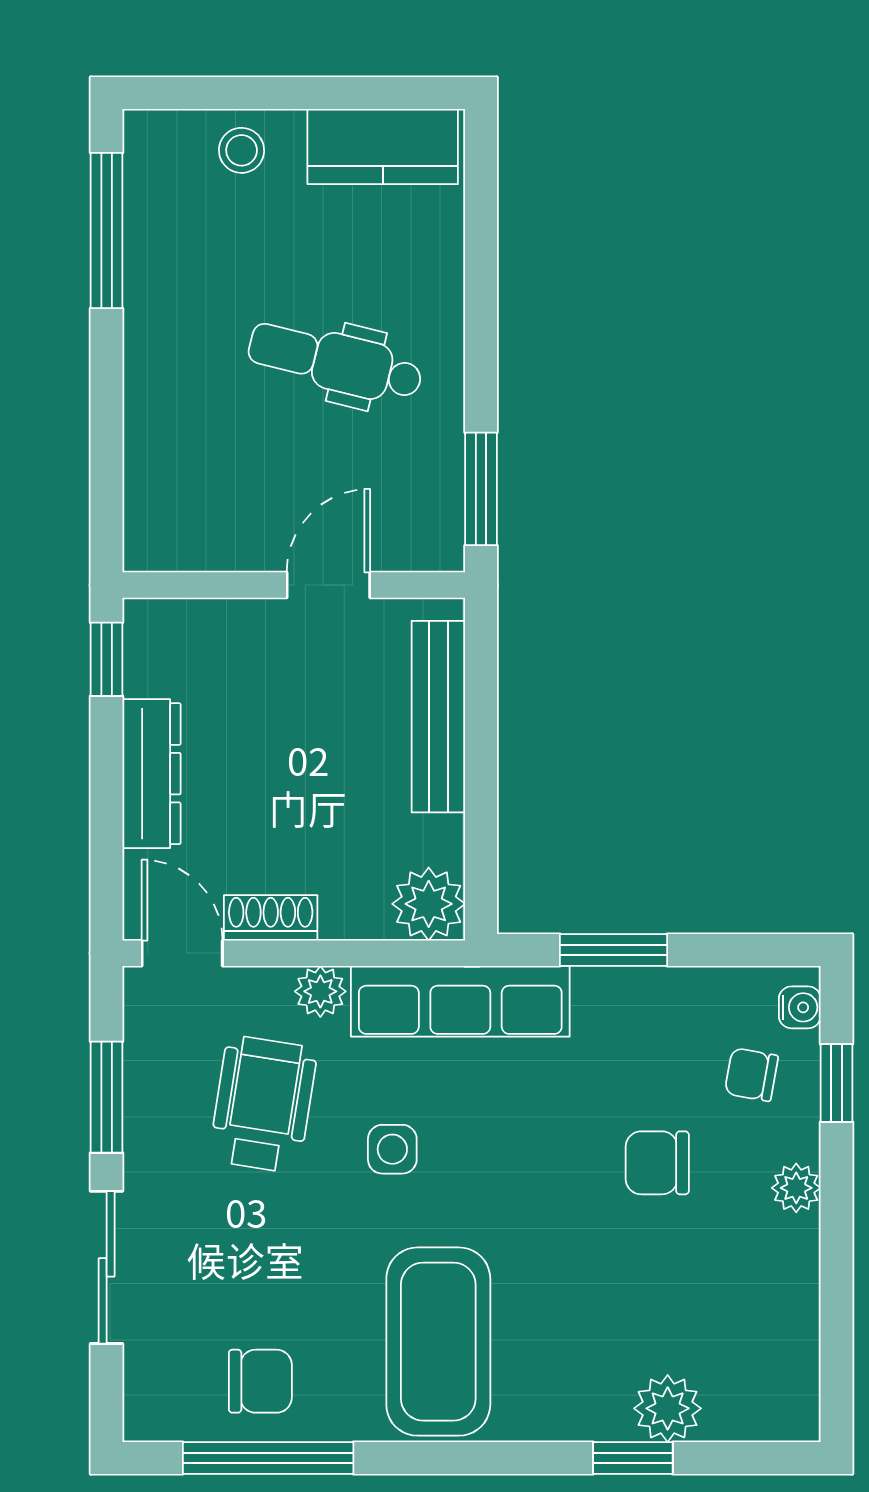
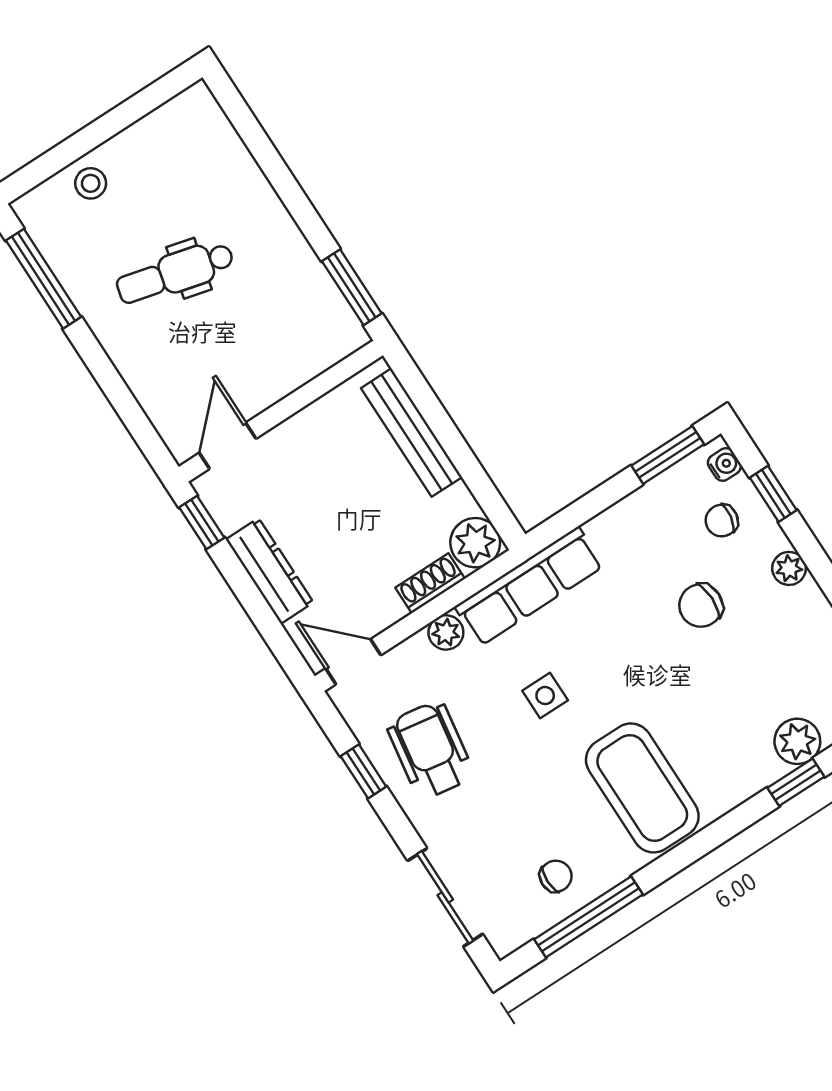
kitchen counter: (383, 147) -> (169, 129), removed
dental chair: (335, 362) -> (175, 273), moved
door: (328, 585) -> (228, 446), moved
shoe rack: (271, 918) -> (430, 583), moved
window: (613, 950) -> (668, 455), moved
window: (107, 1097) -> (363, 771), width x0.67
wheelchair: (263, 1104) -> (430, 750), moved
sliding door: (107, 1267) -> (445, 897), moved
chair: (260, 1381) -> (556, 876), width x0.73, depth x0.73

